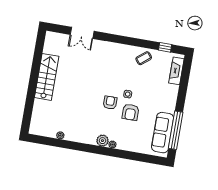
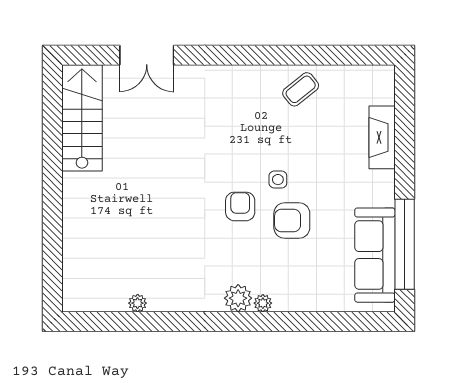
window: (165, 47) -> (346, 55), removed
fireplace: (176, 71) -> (382, 137), moved
stairs: (47, 77) -> (82, 118), moved
armchair: (131, 112) -> (292, 220), turned 90

